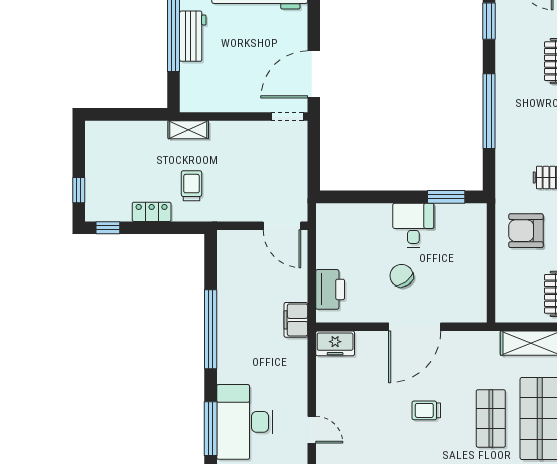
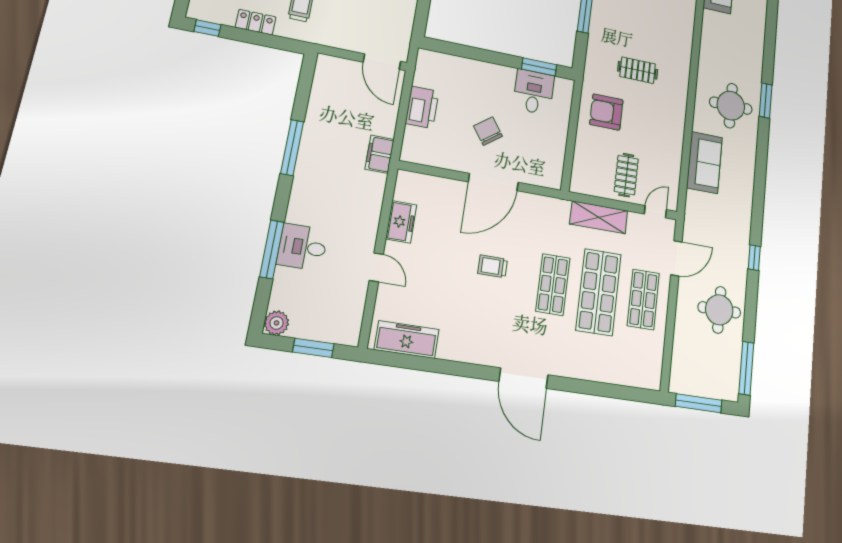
desk: (413, 225) -> (534, 92), moved
printer: (330, 289) -> (422, 107), moved
window: (211, 329) -> (292, 148), width x0.68
freezer: (335, 343) -> (401, 222), moved, turned -90
desk: (245, 422) -> (302, 247), width x0.53, depth x0.77

